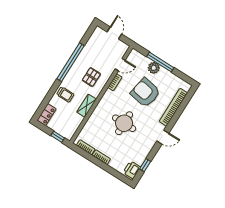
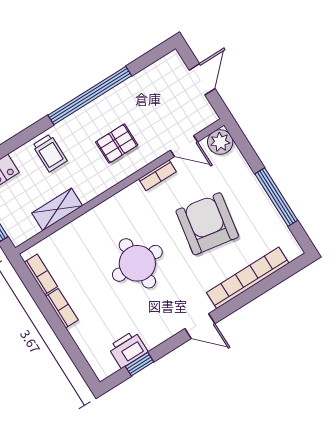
window: (160, 62) -> (276, 197), moved
plant: (154, 68) -> (220, 142), moved
shelving: (87, 106) -> (57, 209), moved
printer: (132, 170) -> (128, 349), moved

